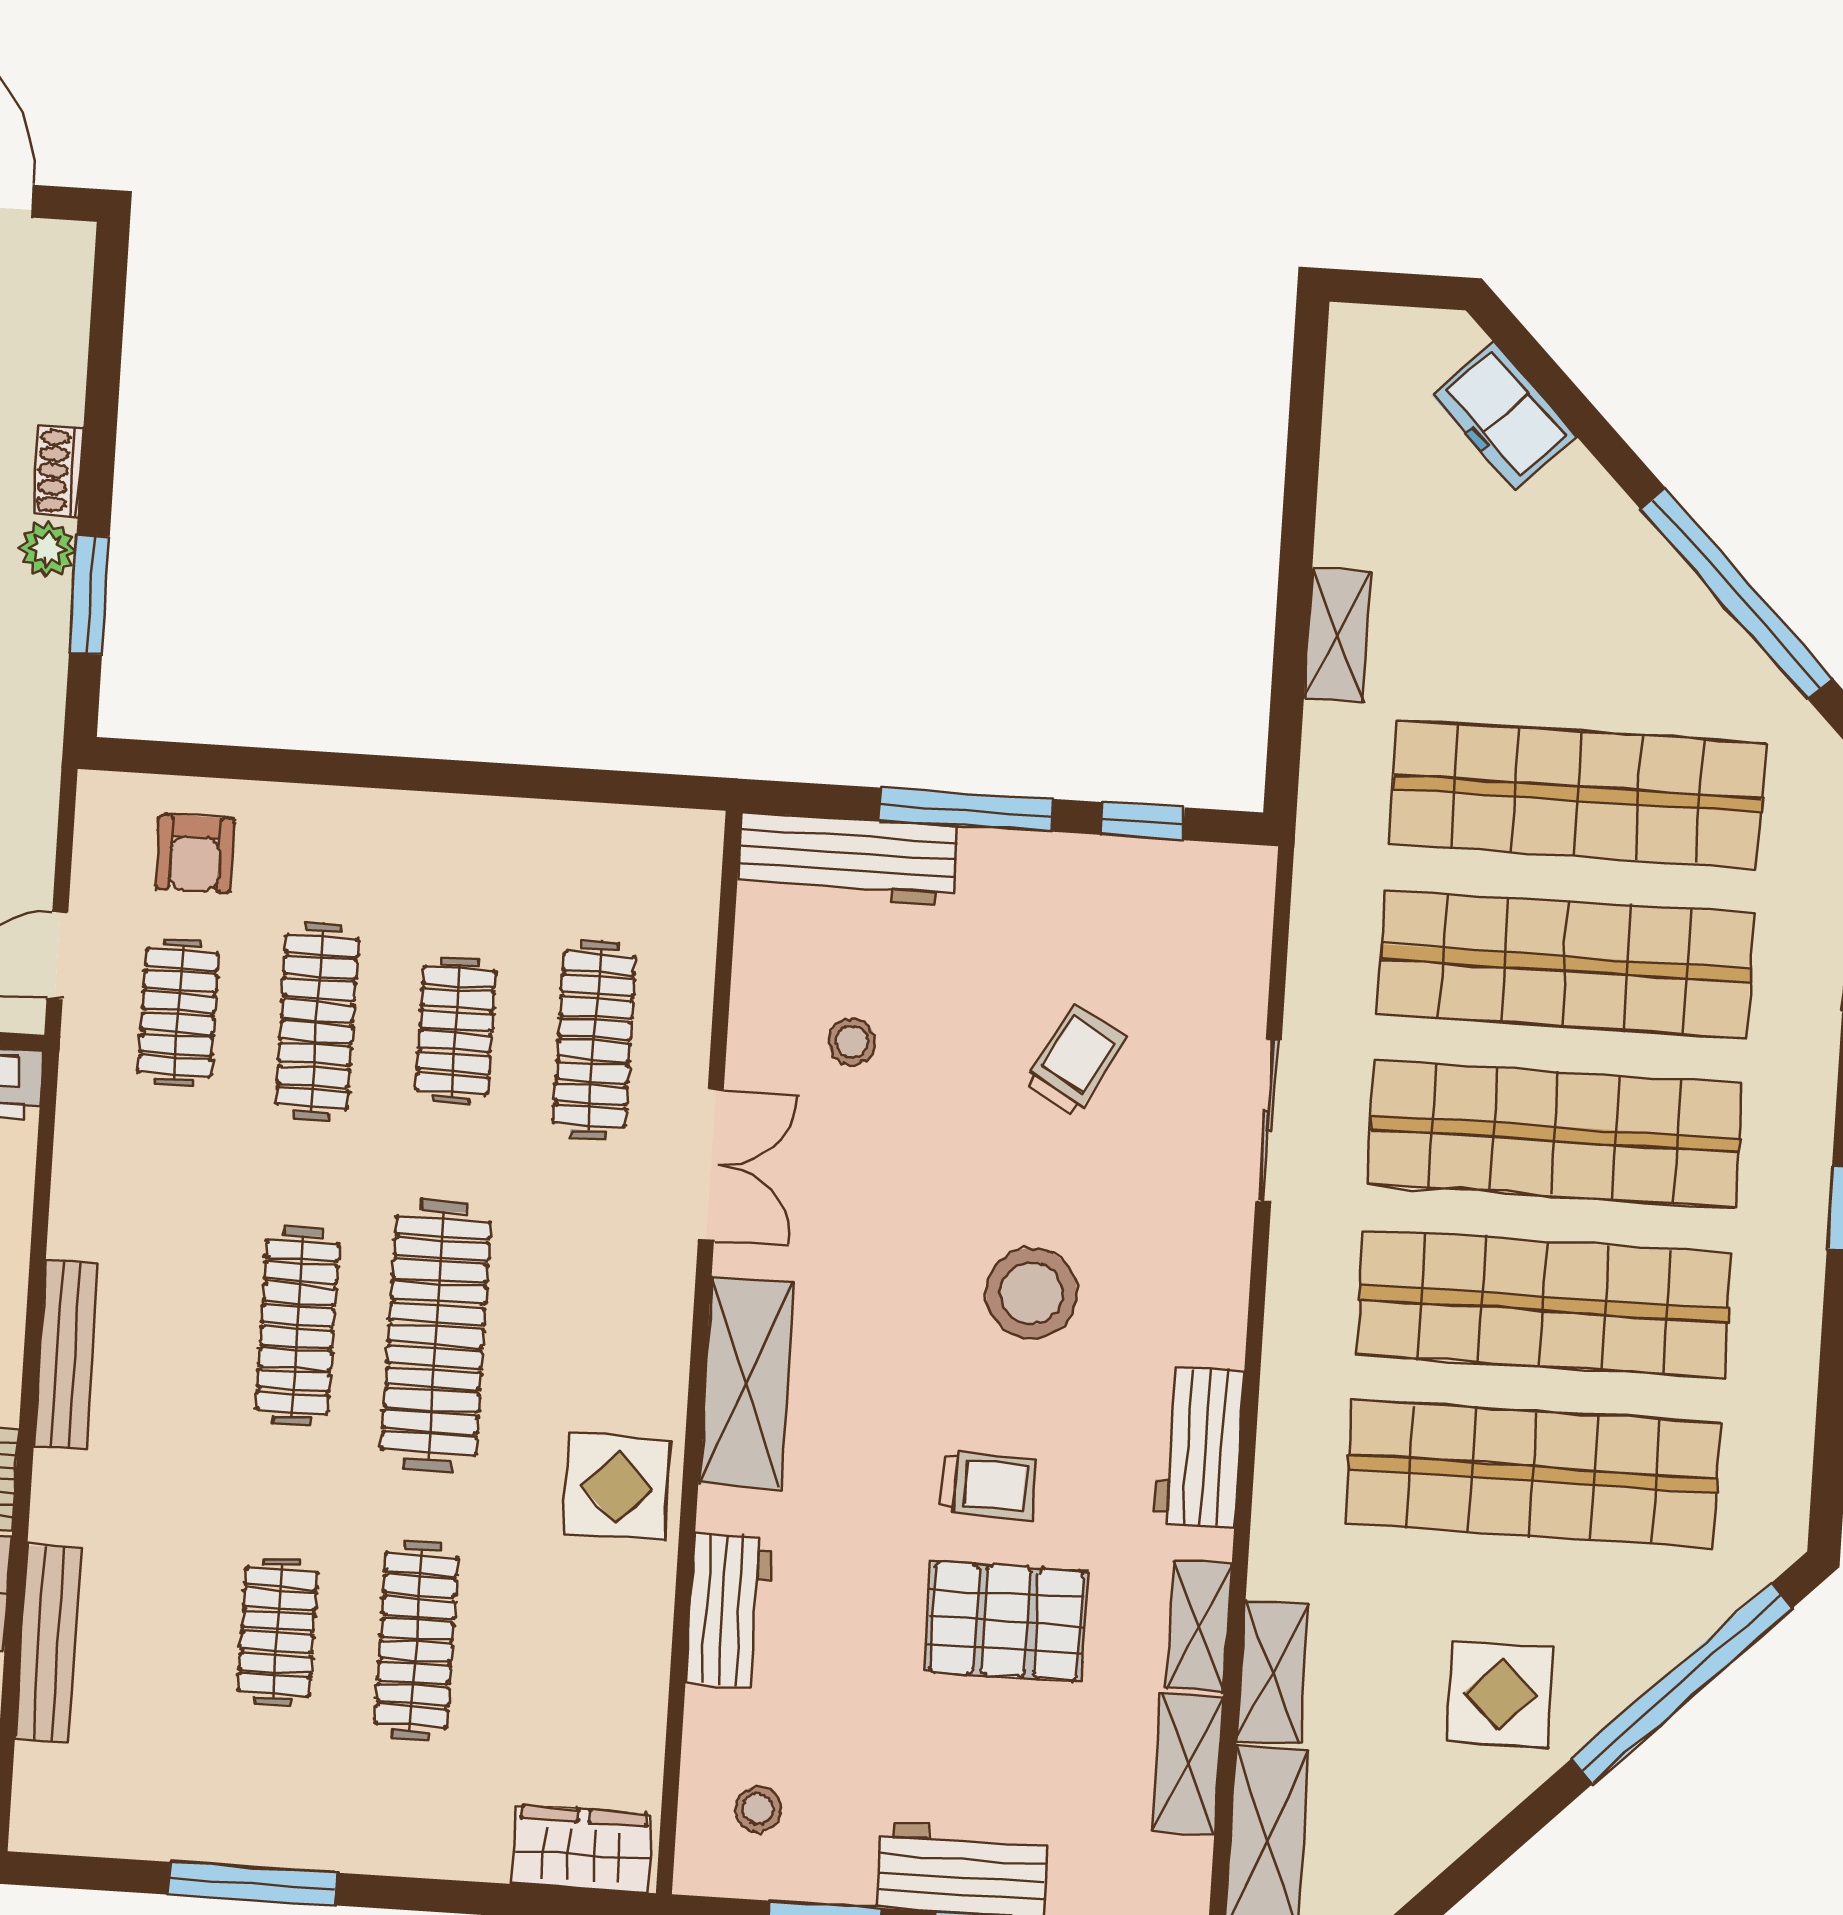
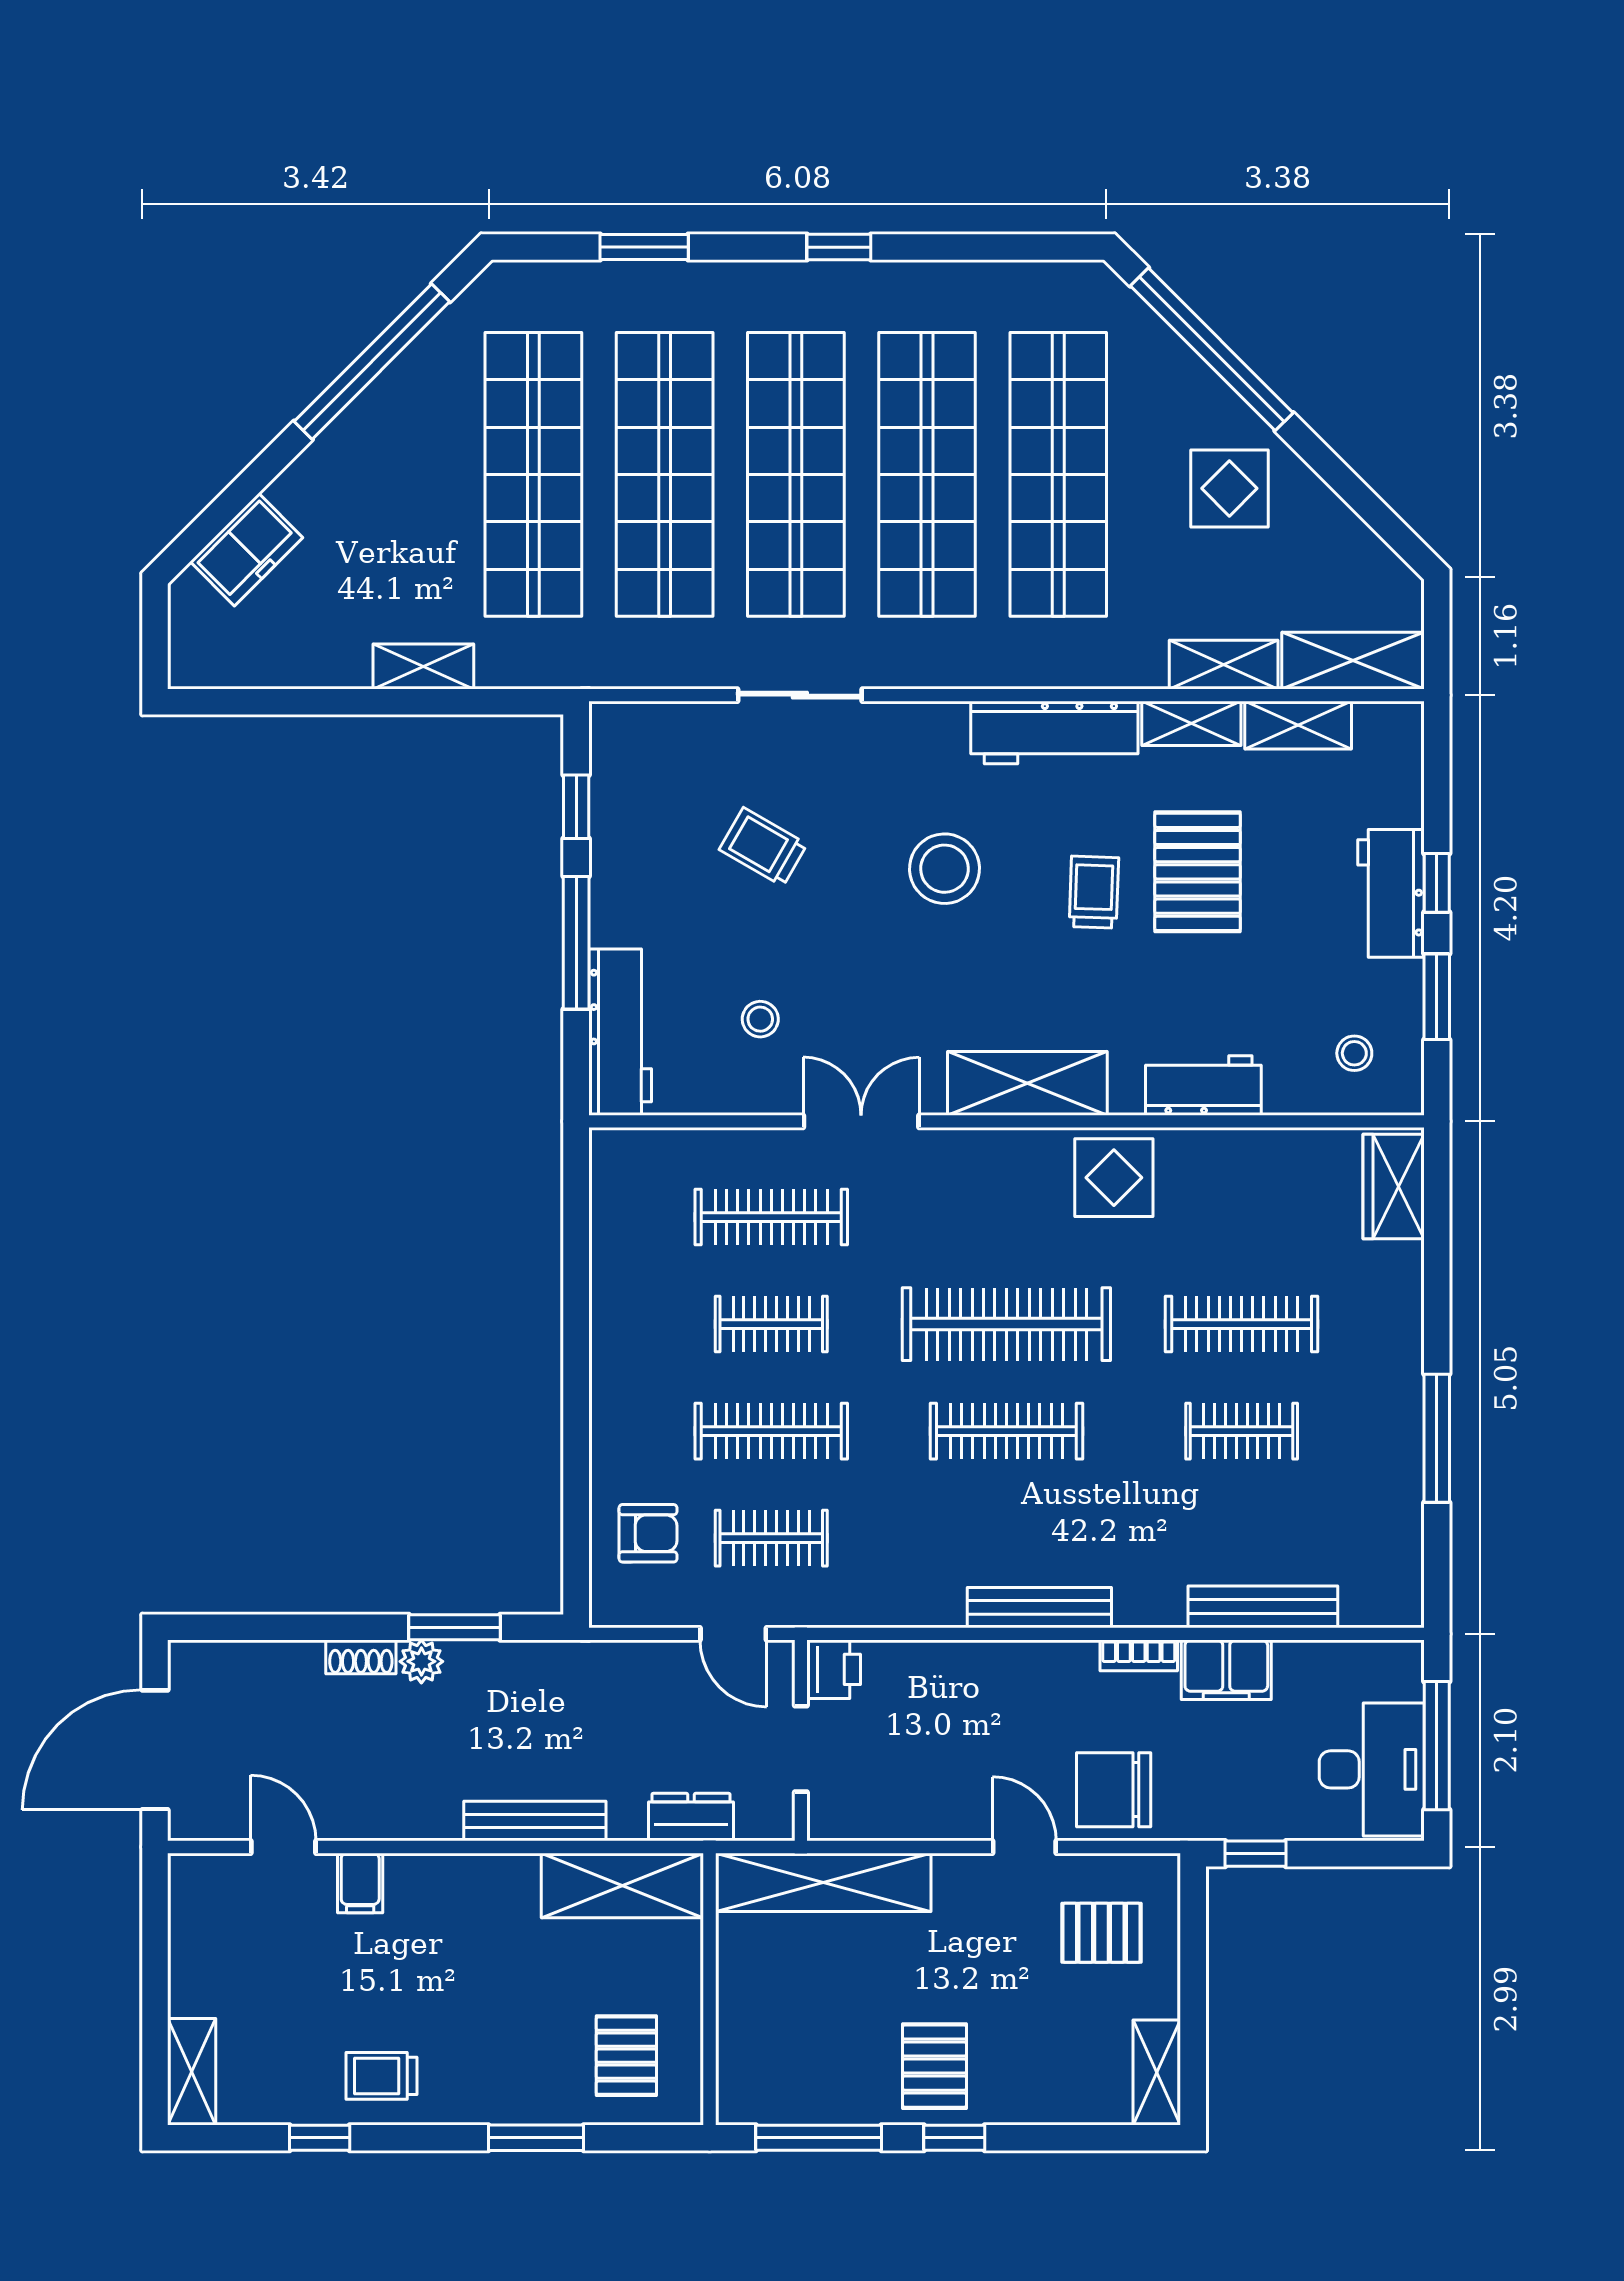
workbench: (1199, 1447) -> (1054, 733), width x1.37

